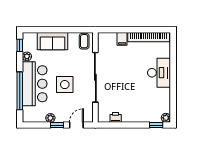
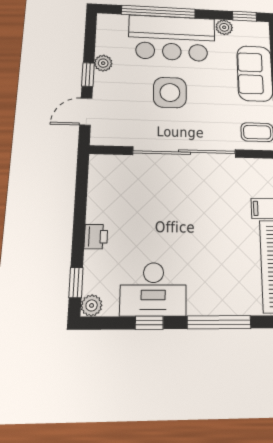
window: (173, 62) -> (219, 322), added
desk: (159, 73) -> (153, 289), moved
window: (173, 93) -> (149, 323), added
printer: (116, 117) -> (96, 237), moved
door: (76, 125) -> (86, 112), swing flipped

